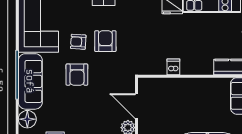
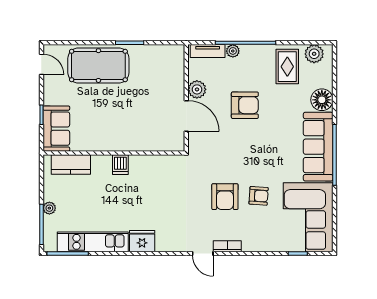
dishwasher: (173, 67) -> (120, 165), moved
armchair: (77, 75) -> (245, 105), moved, turned 90

